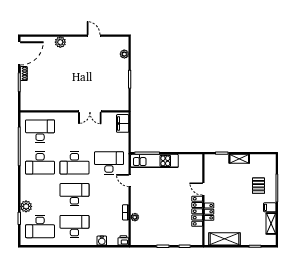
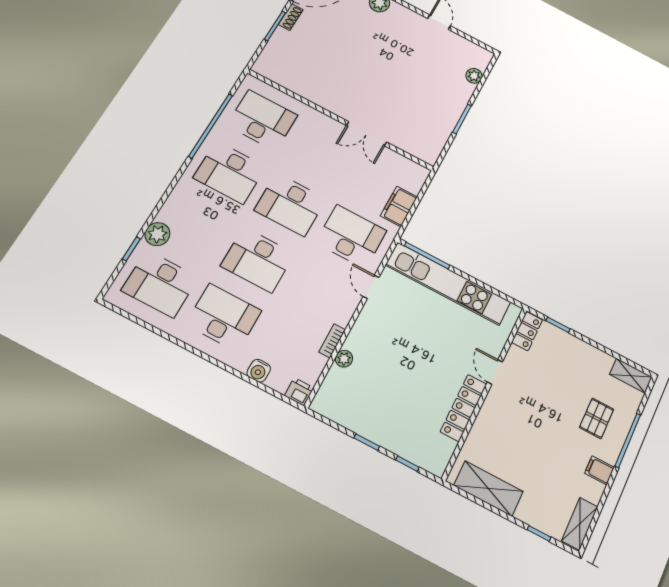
filing cabinet: (123, 123) -> (399, 206), moved
shelving: (239, 159) -> (631, 376), moved
kitchen unit: (154, 161) -> (448, 284), width x1.36
desk: (74, 195) -> (258, 260), turned 180
locker: (209, 212) -> (527, 331), moved
shelving: (271, 224) -> (580, 524), moved

